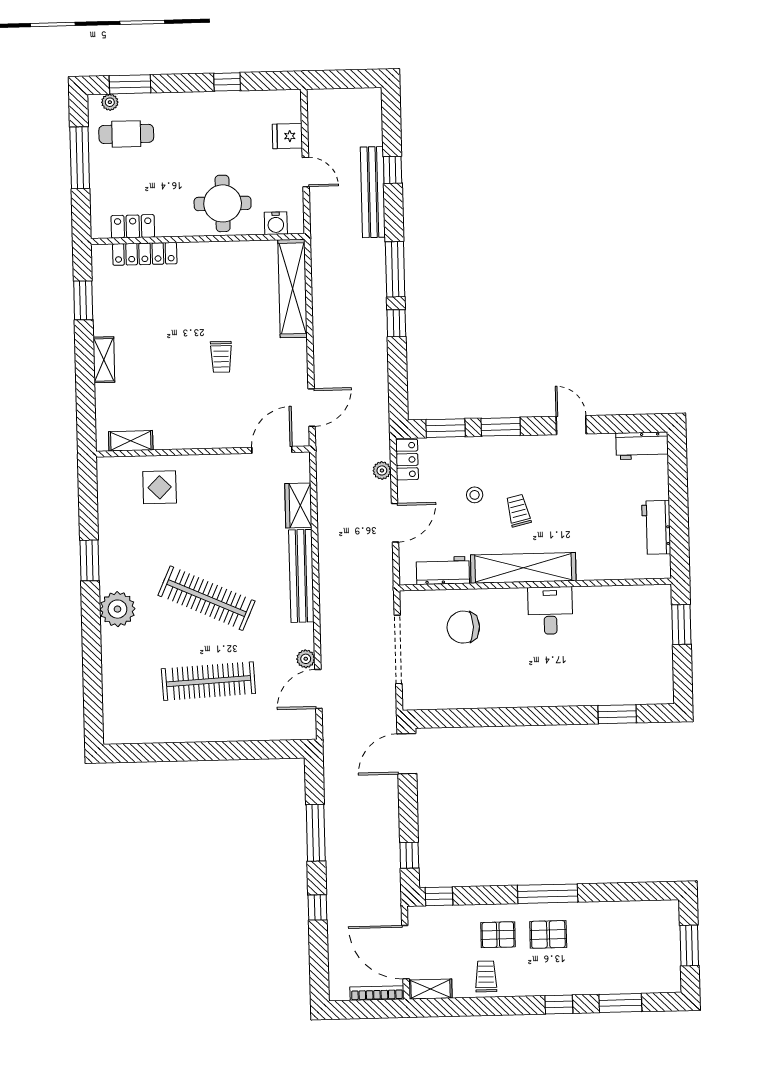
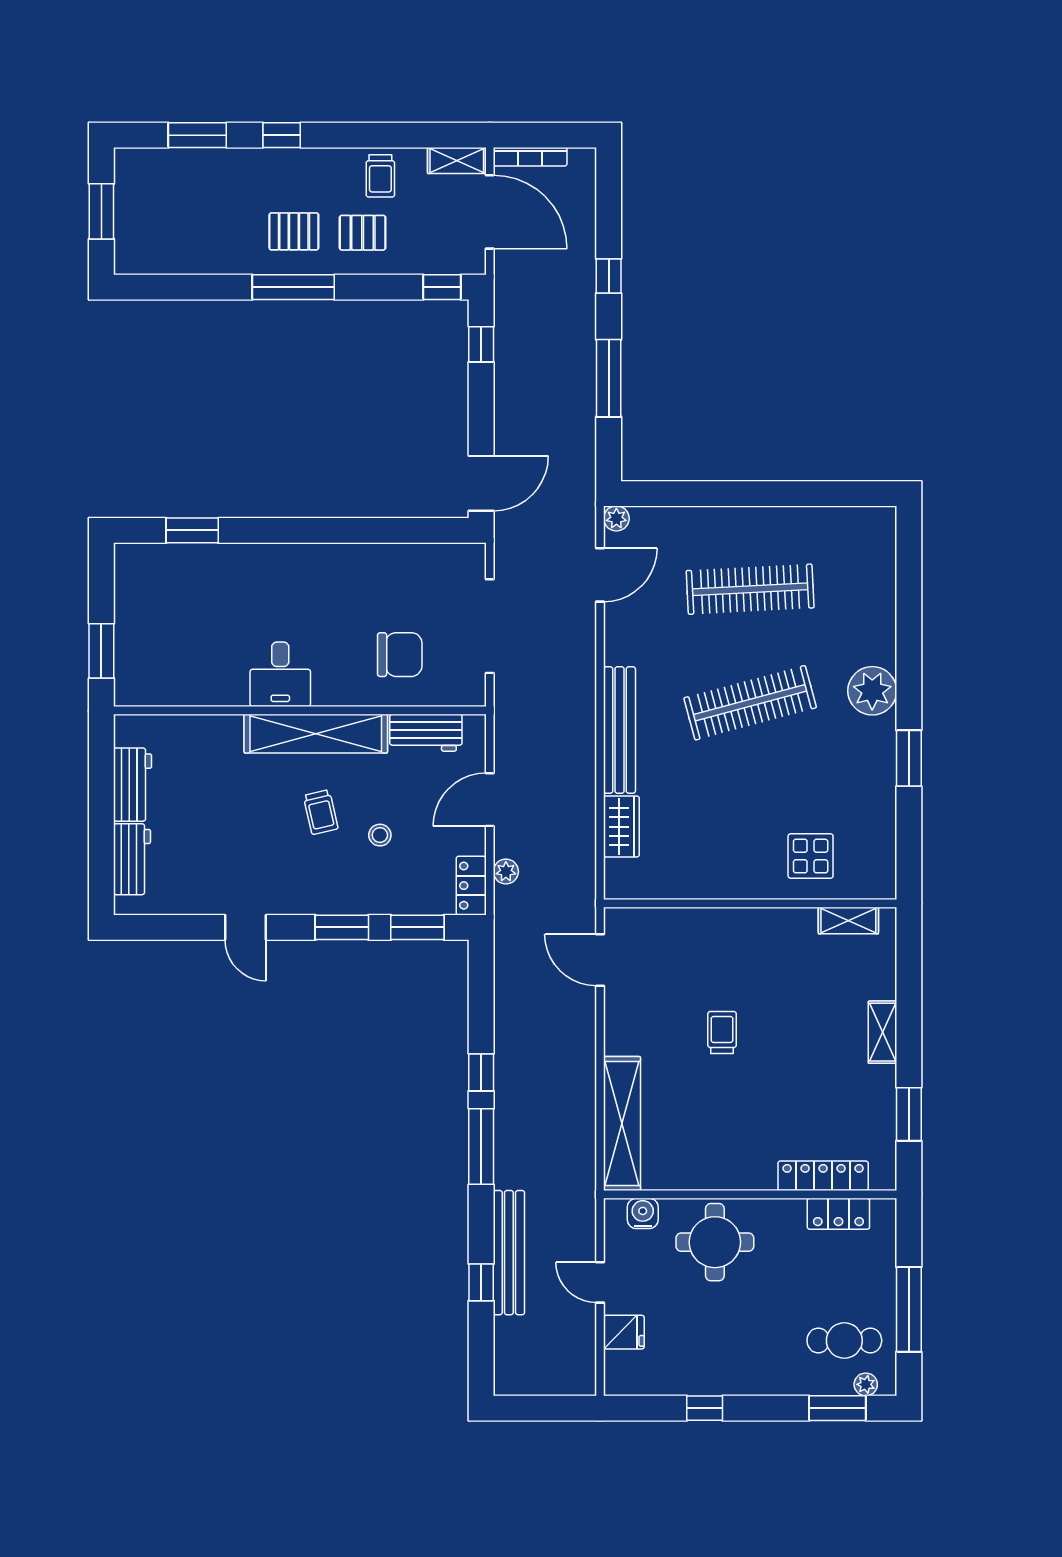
door: (312, 408) -> (600, 960), hinge flipped
workbench: (642, 446) -> (132, 859), moved, turned 90
door: (272, 450) -> (656, 903), removed
clothes rail: (206, 598) -> (750, 703), turned -39
plant: (306, 659) -> (616, 518), moved

